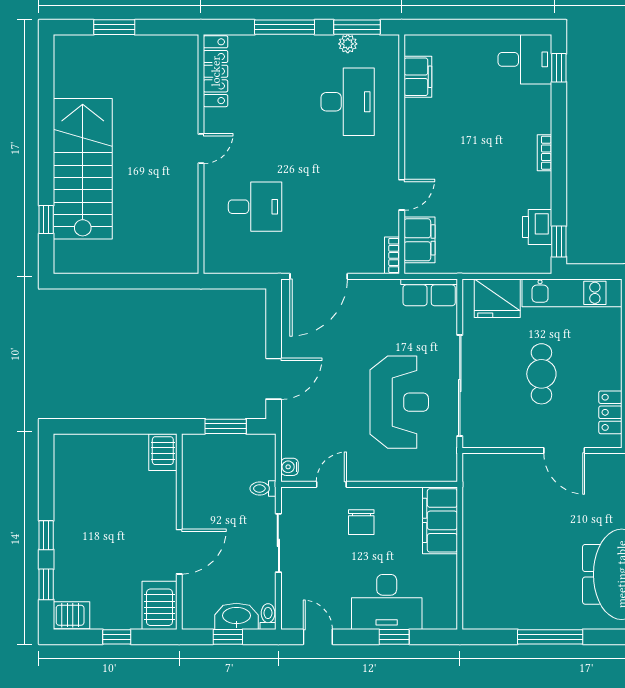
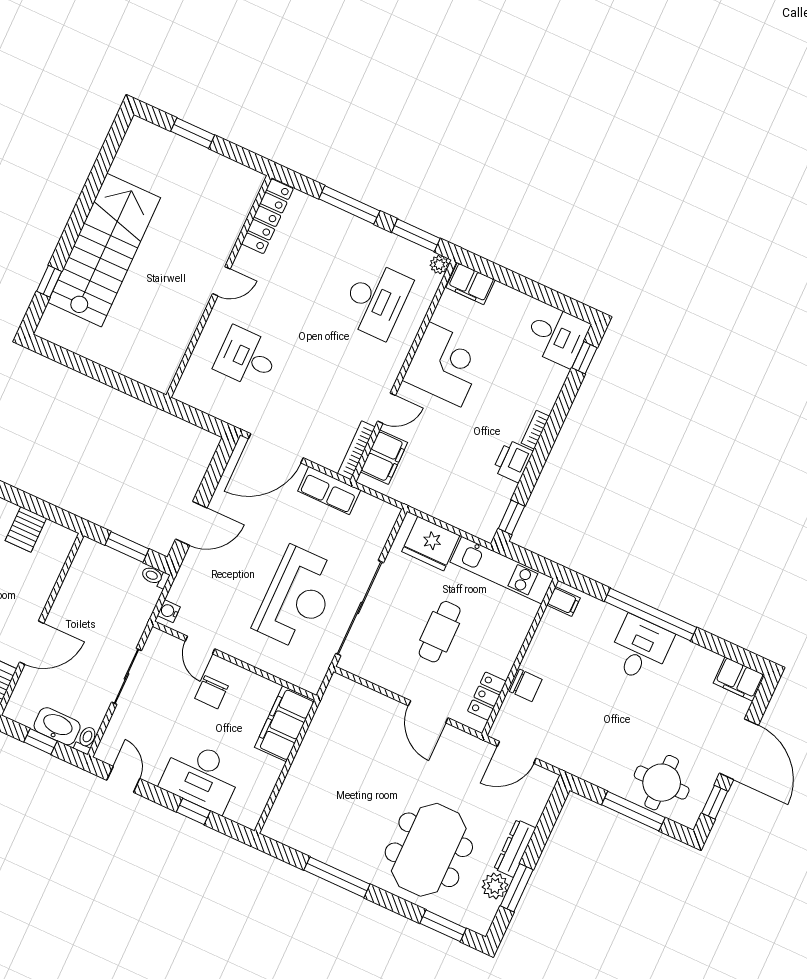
plant: (348, 44) -> (439, 264), moved
filing cabinet: (418, 77) -> (471, 284), moved, turned 90
corner desk: (436, 131) -> (445, 364), added
desk: (255, 207) -> (247, 357), turned 180
printer: (537, 227) -> (513, 461), moved
bookcase: (392, 255) -> (356, 450), width x1.56
row of seats: (429, 292) -> (329, 490), moved
server rack: (163, 452) -> (26, 529), moved
door: (331, 484) -> (200, 645), swing flipped
toilet: (263, 488) -> (155, 577), moved

